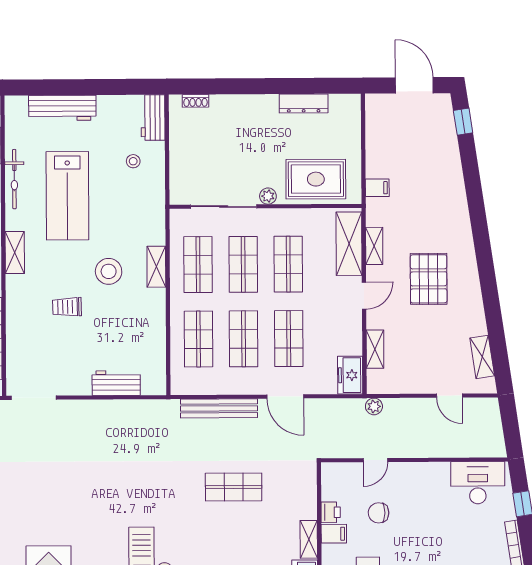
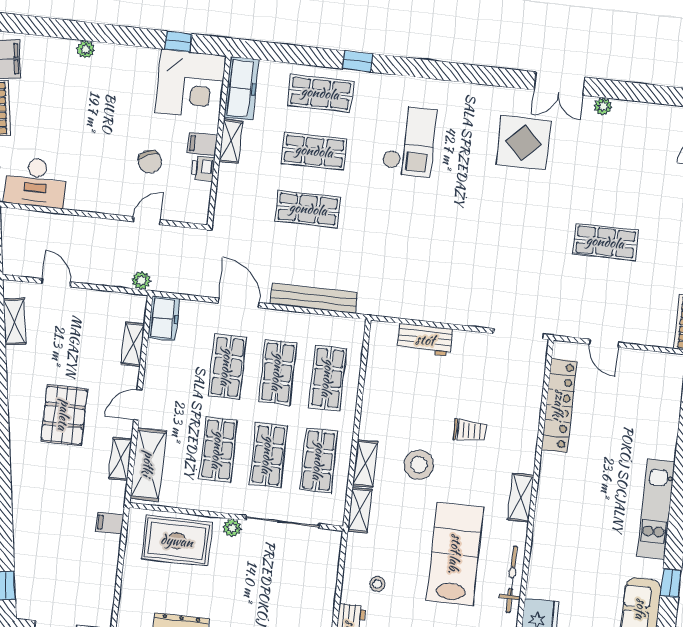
shelving: (157, 225) -> (360, 510), added
chair: (379, 513) -> (150, 162), turned 67
shop shelf: (234, 539) -> (314, 151), added

